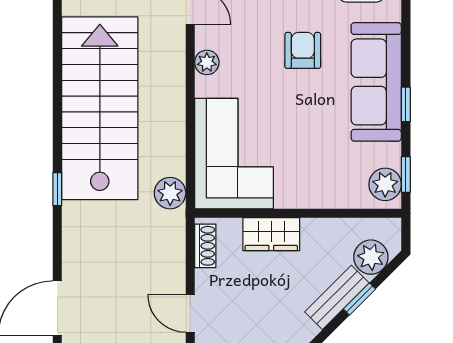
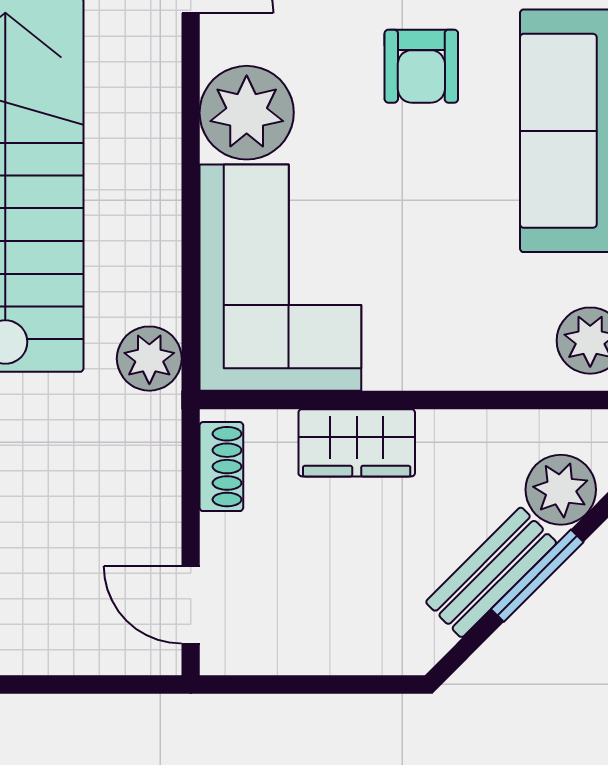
armchair: (303, 50) -> (421, 66), turned 180
plant: (207, 62) -> (247, 113), width x1.87, depth x1.87
window: (359, 299) -> (537, 576), width x1.50

